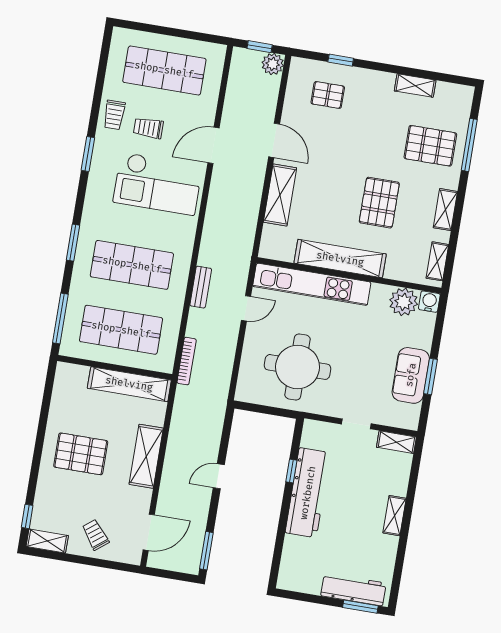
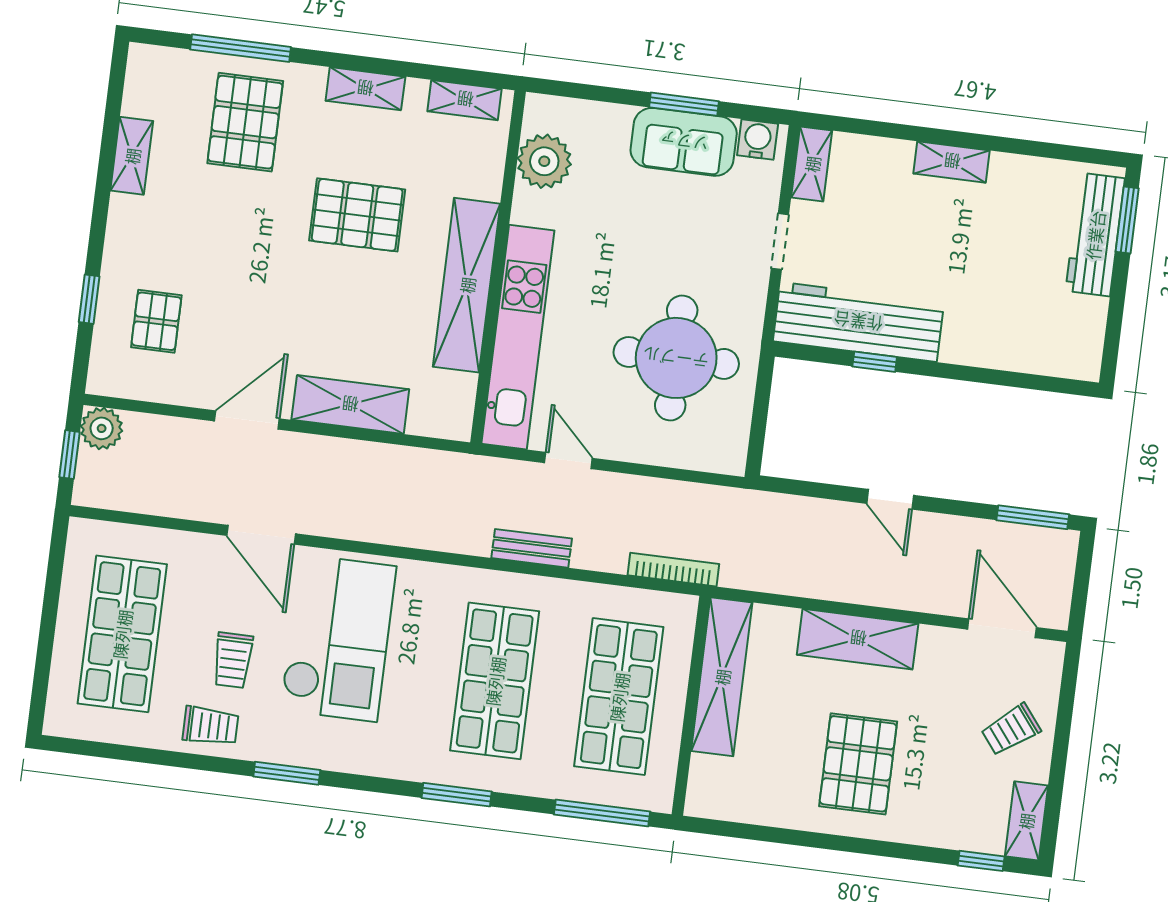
water cooler: (429, 302) -> (758, 139), moved, turned 90
workbench: (308, 493) -> (858, 322), moved

